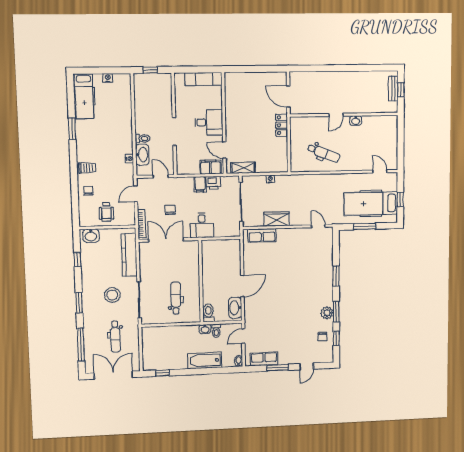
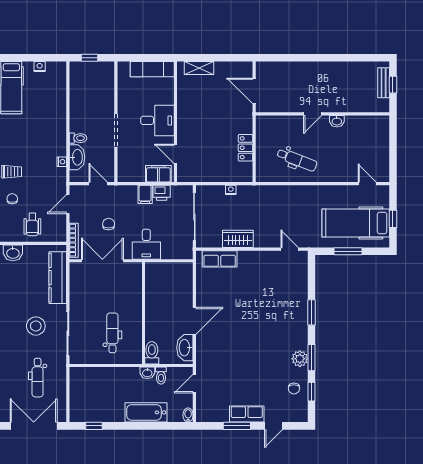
locker: (282, 125) -> (246, 148), moved
shelving: (243, 168) -> (199, 68), moved
row of seats: (264, 359) -> (247, 414), moved

